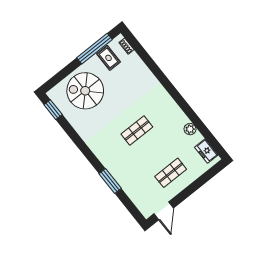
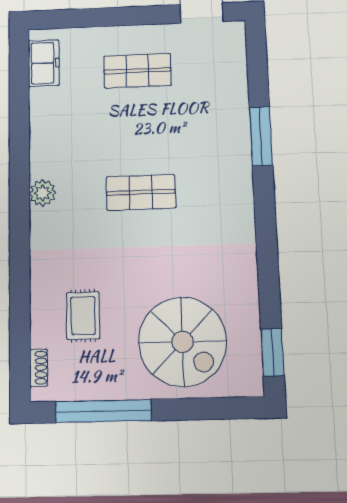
rug: (108, 58) -> (83, 316), moved
plant: (190, 129) -> (43, 193), moved

